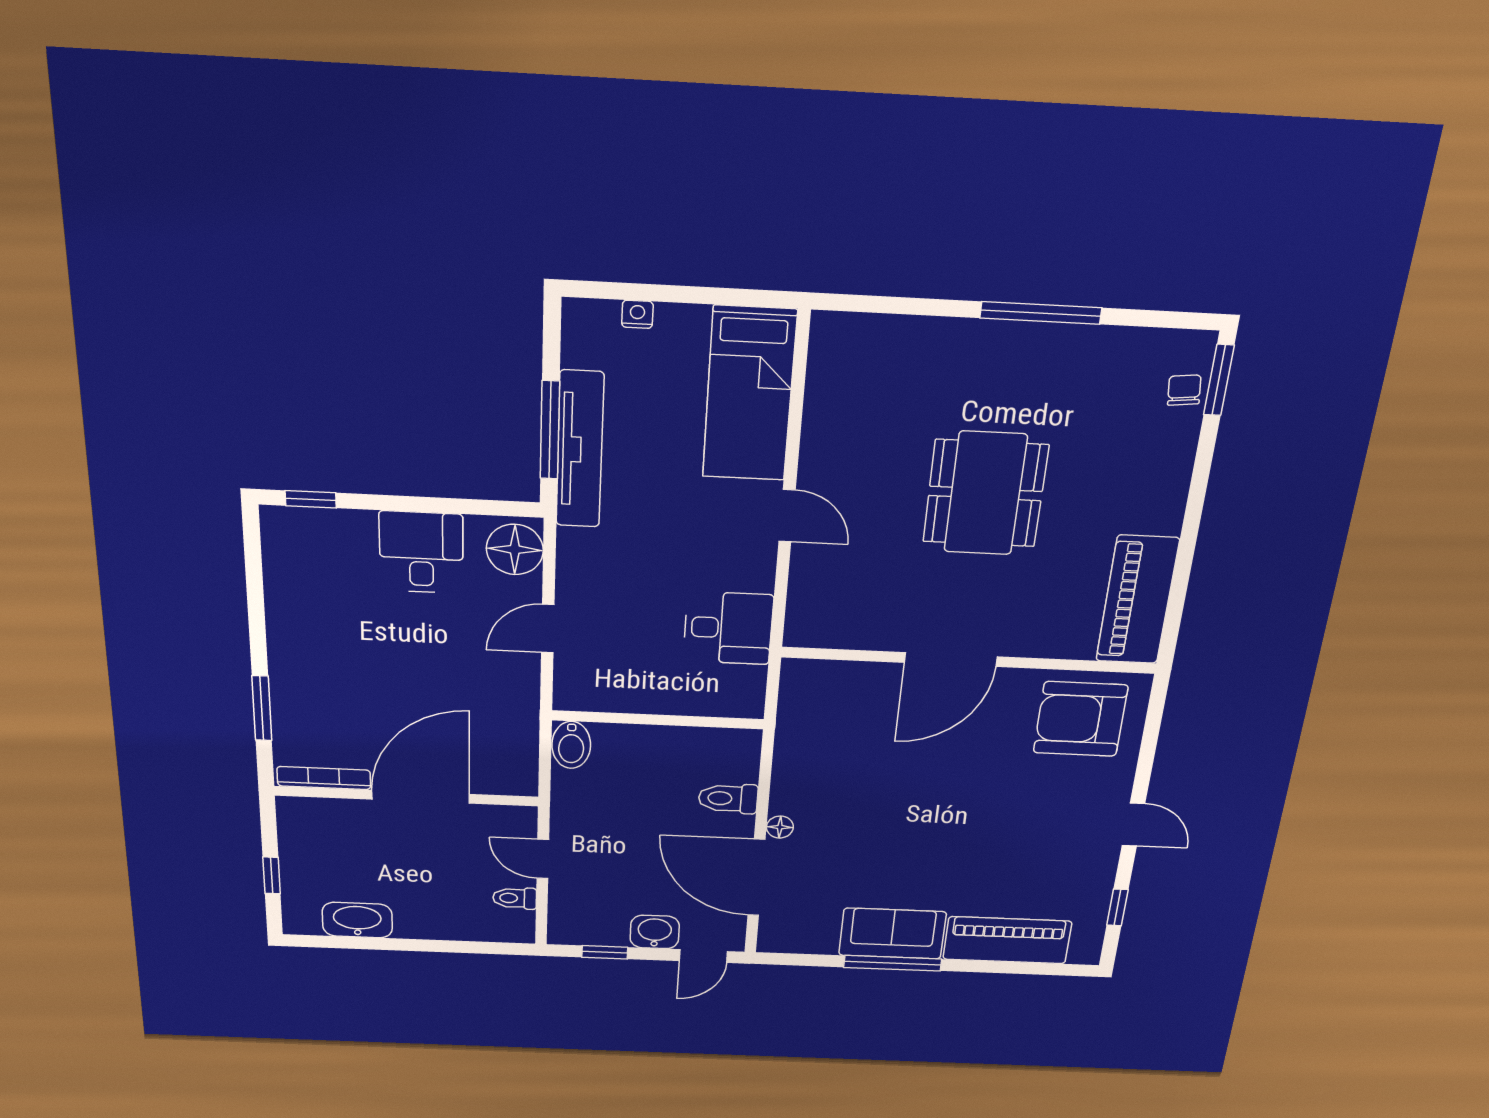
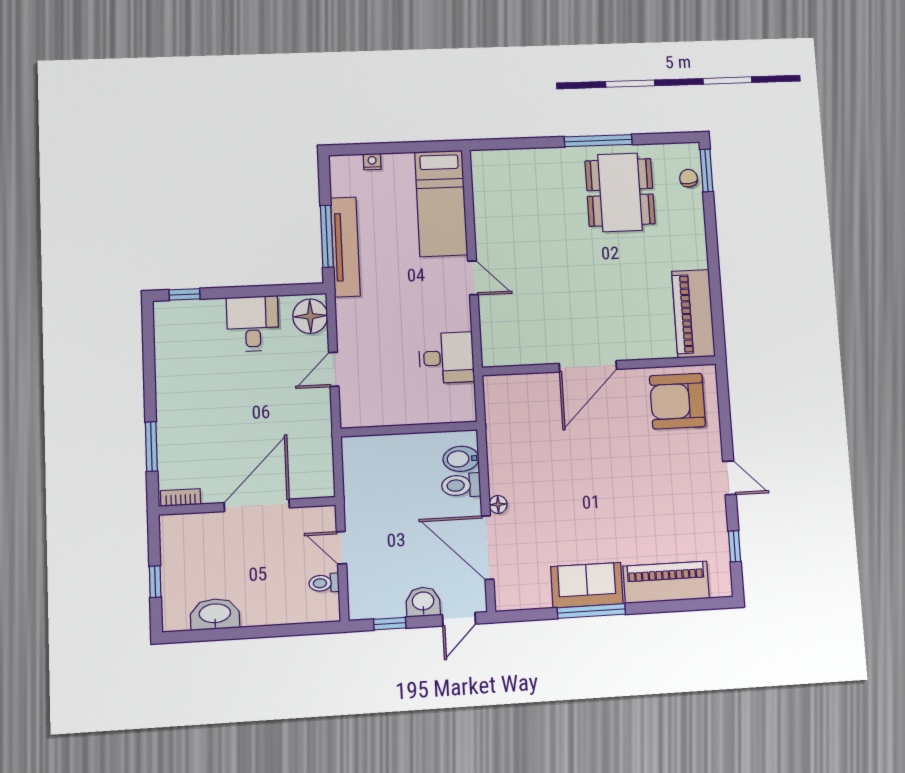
dining table: (985, 493) -> (620, 192), moved
bidet: (571, 745) -> (461, 459), moved, turned 90
bookcase: (324, 778) -> (181, 498), width x0.64

